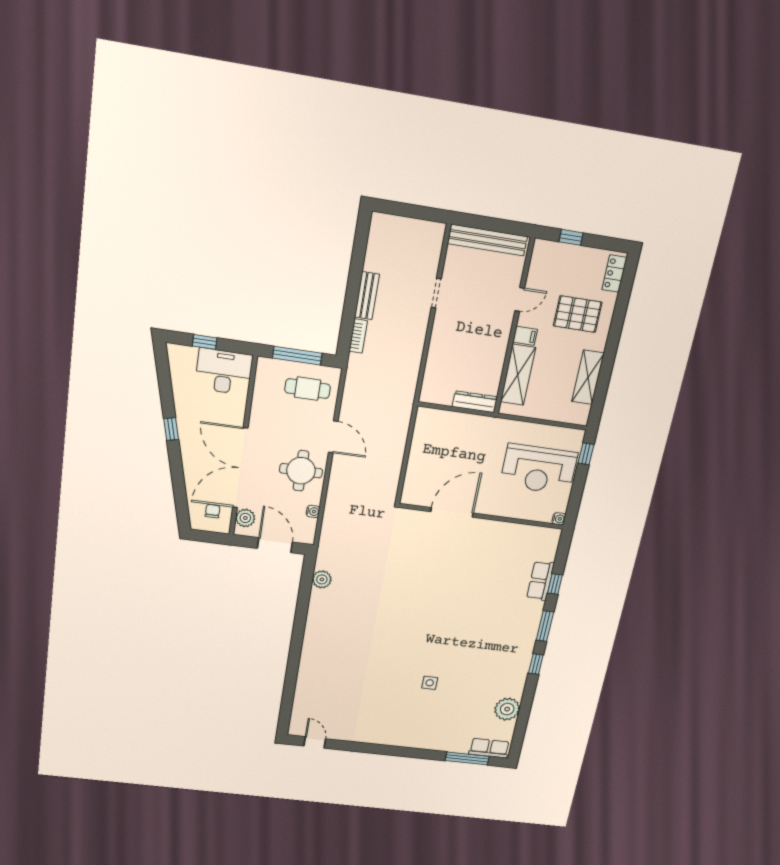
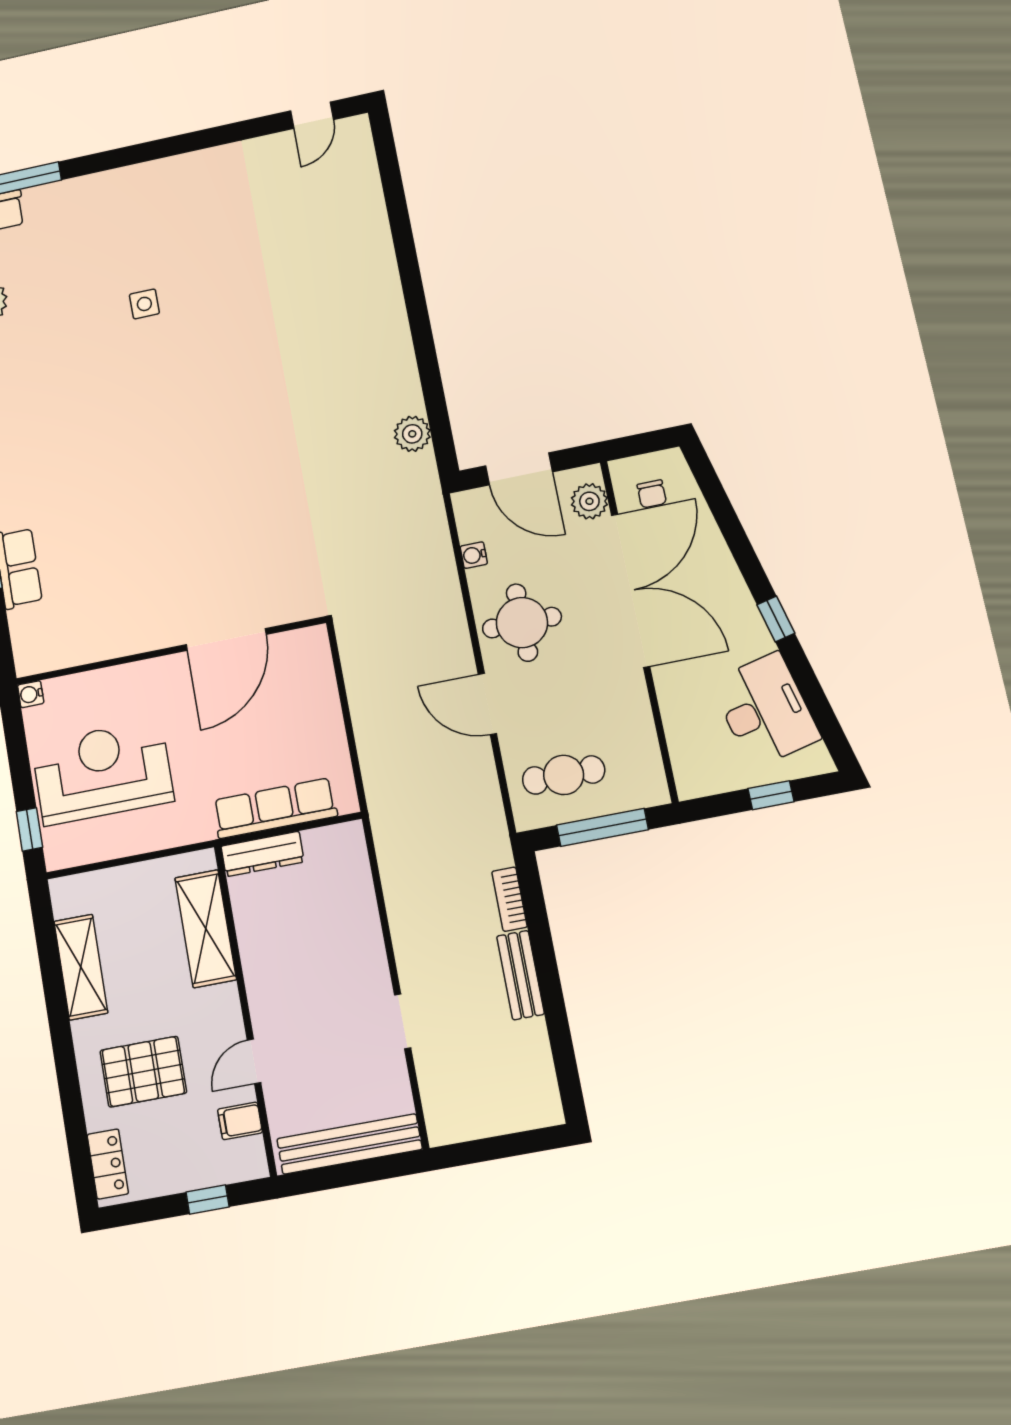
filing cabinet: (525, 336) -> (240, 1121), moved
desk: (224, 372) -> (765, 710), moved, turned -103
row of seats: (460, 422) -> (275, 808), added
door: (315, 742) -> (312, 115), hinge flipped

